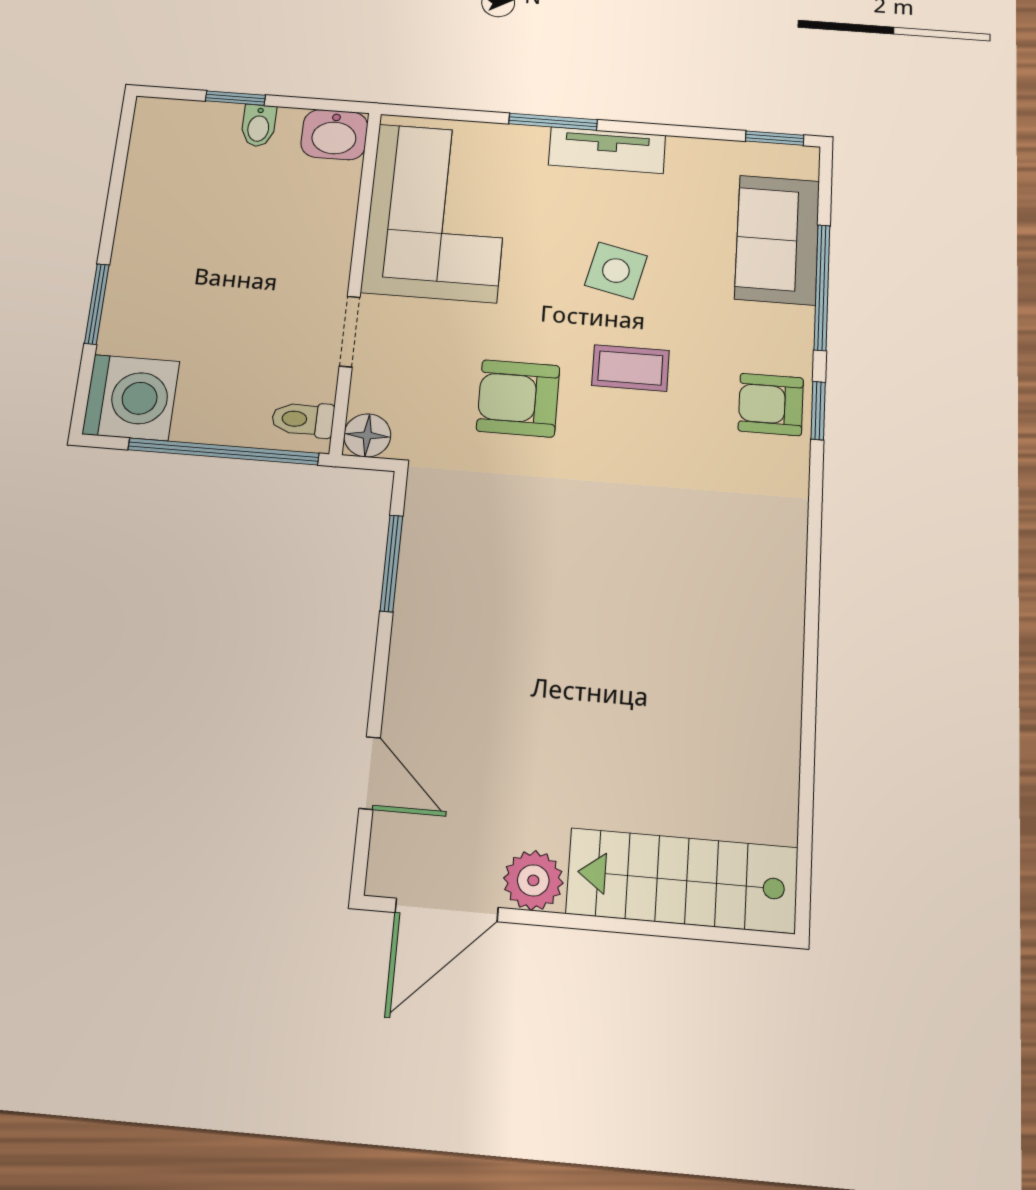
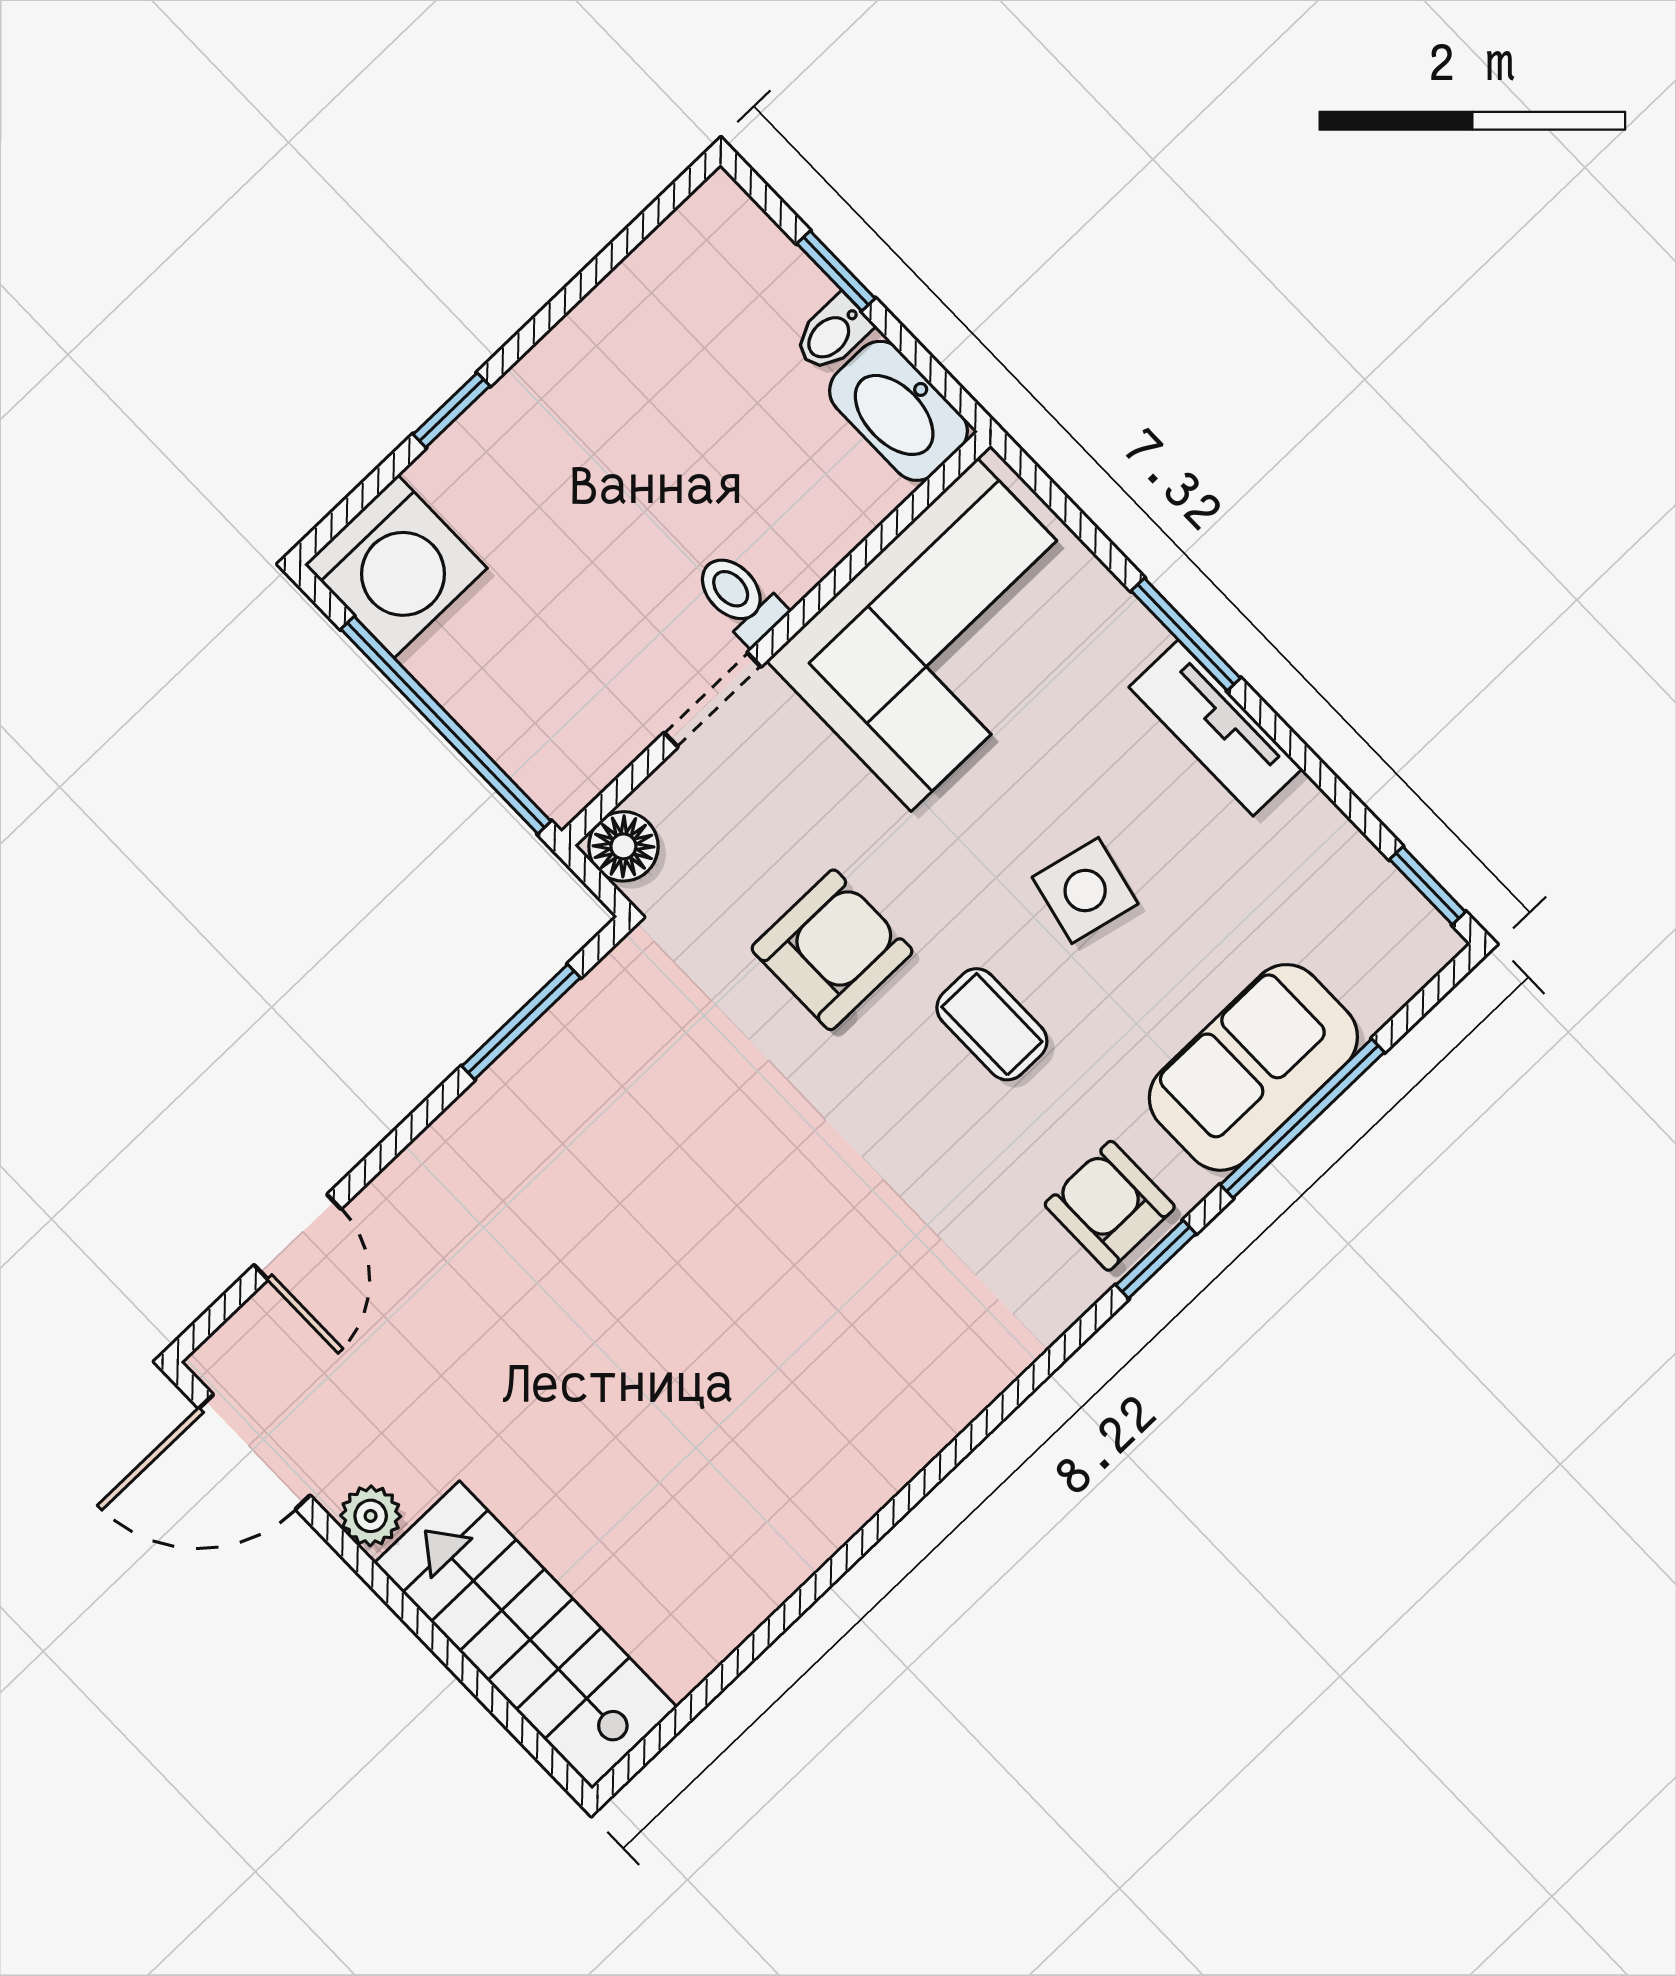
washbasin: (334, 135) -> (898, 411), width x1.38
sofa: (777, 240) -> (1253, 1067), moved
window: (97, 304) -> (451, 410), width x0.67
armchair: (518, 398) -> (832, 950), turned 90
toilet: (303, 419) -> (739, 598), moved
plant: (533, 880) -> (371, 1516), width x0.73, depth x0.73

